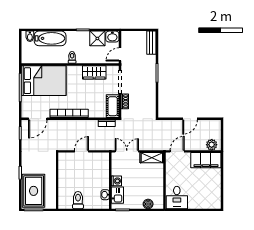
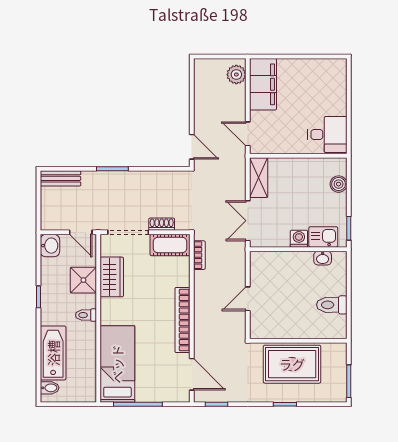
shower: (97, 38) -> (83, 280), moved
bed: (44, 81) -> (117, 364), width x0.67
door: (190, 119) -> (192, 147), moved
door: (82, 151) -> (248, 299), hinge flipped
rug: (34, 191) -> (292, 364), moved

